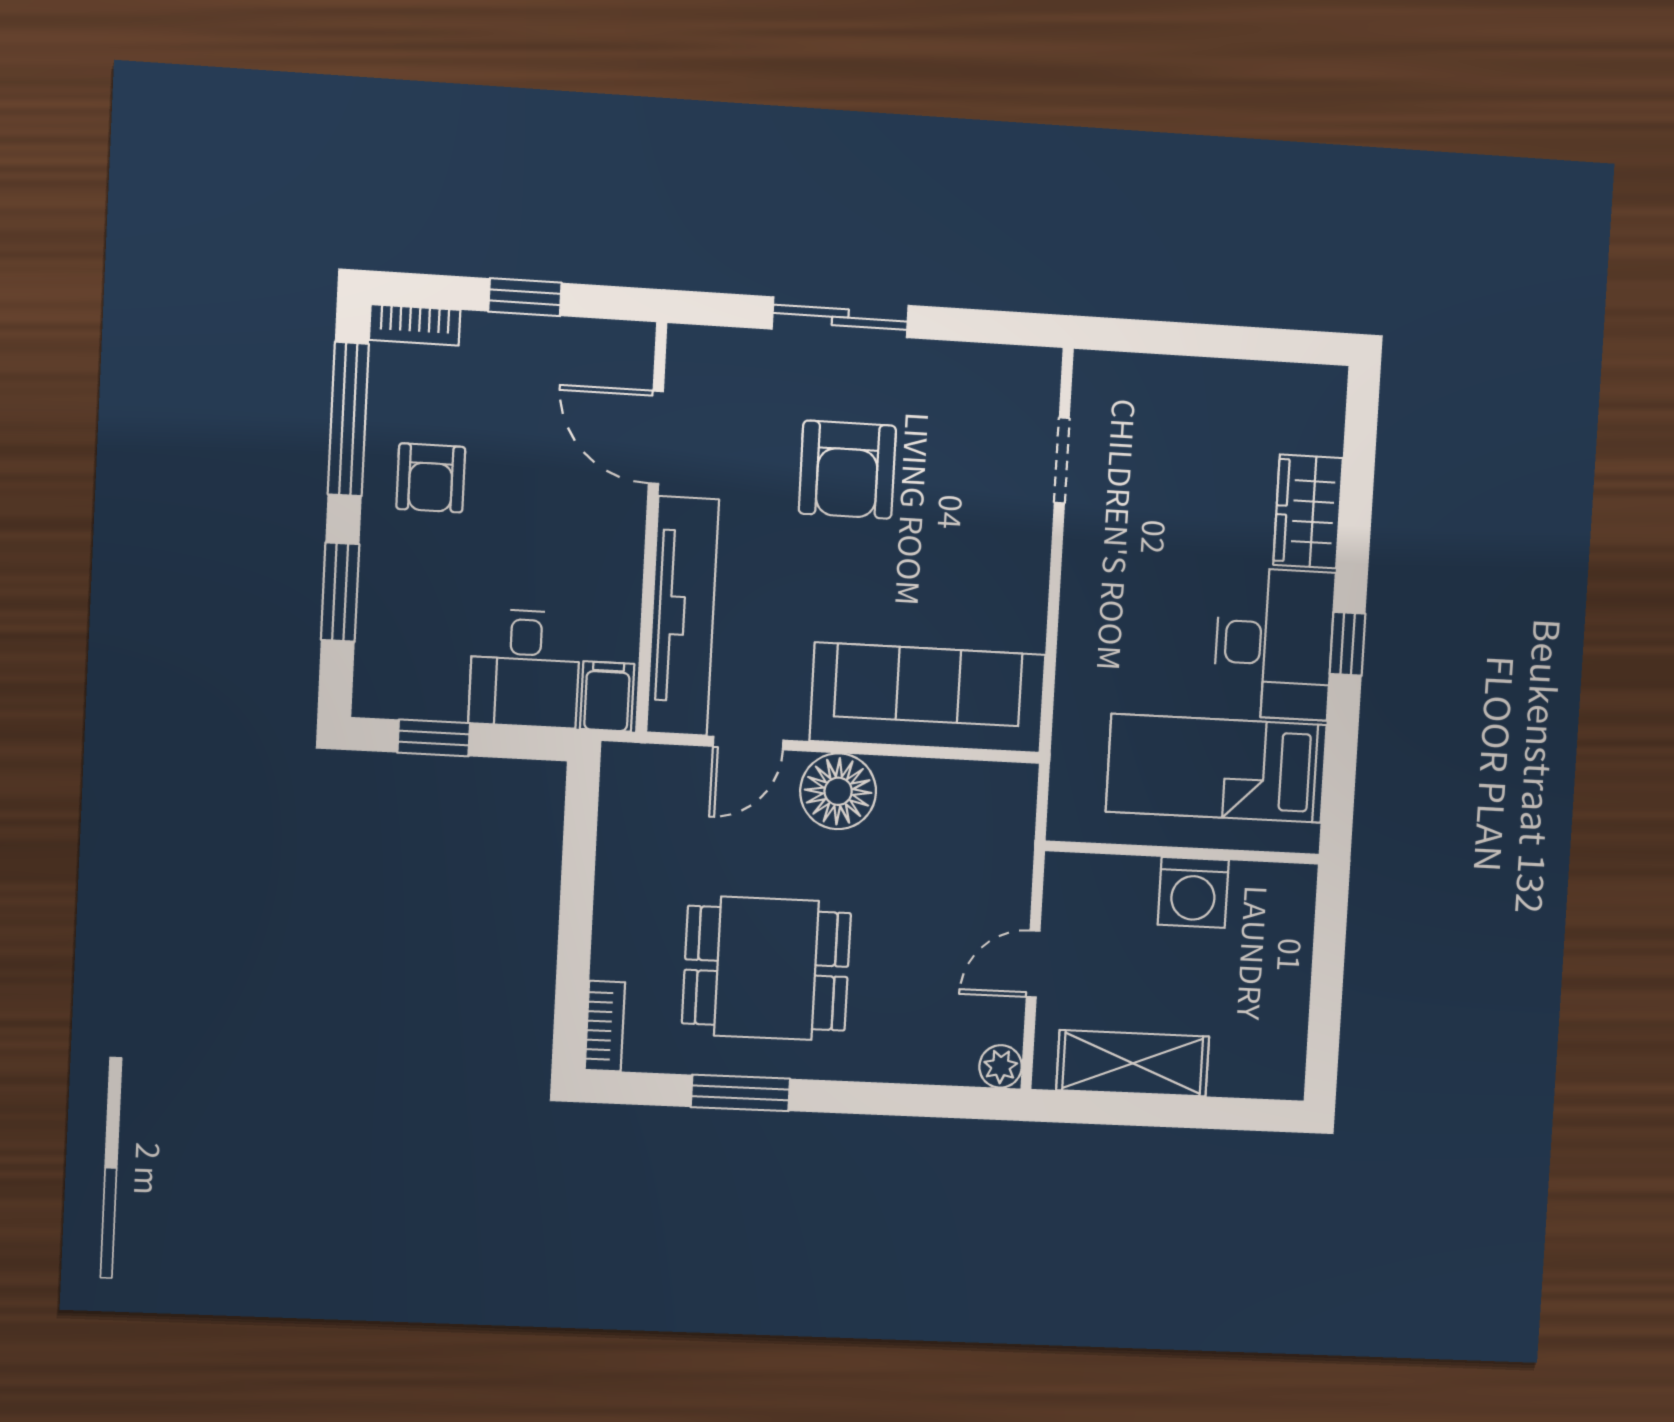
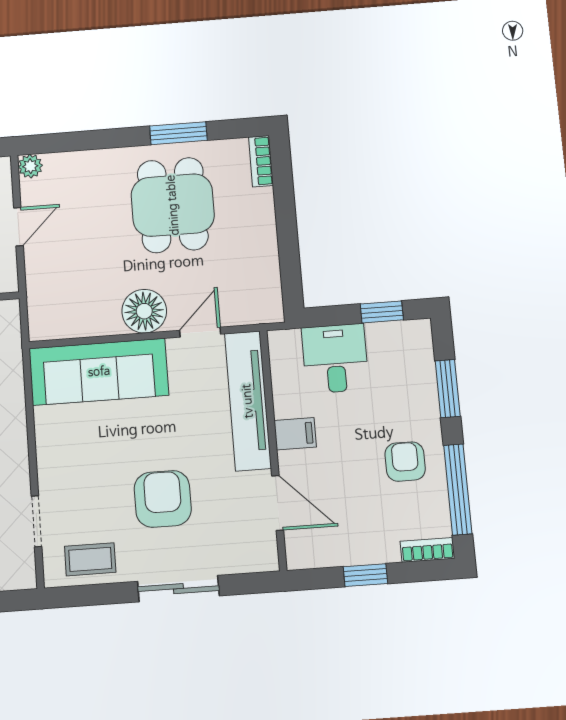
coffee table: (980, 386) -> (90, 559), added
filing cabinet: (607, 696) -> (295, 434), moved, turned -90
dining table: (766, 968) -> (173, 205), turned 90

